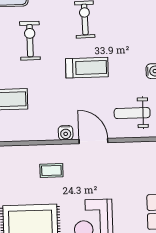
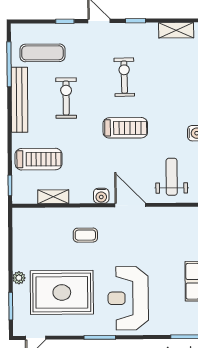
weight bench: (132, 113) -> (172, 177), turned 90
shelving: (20, 135) -> (53, 197), added

